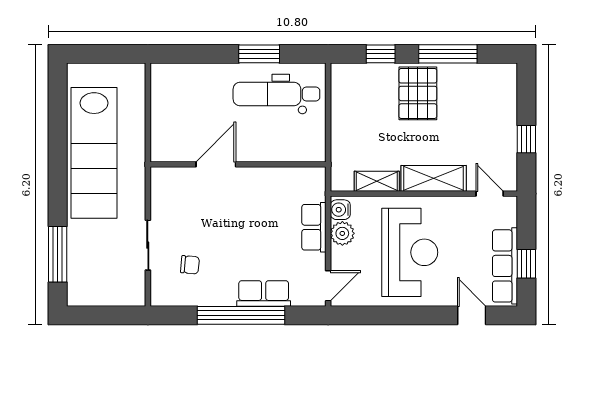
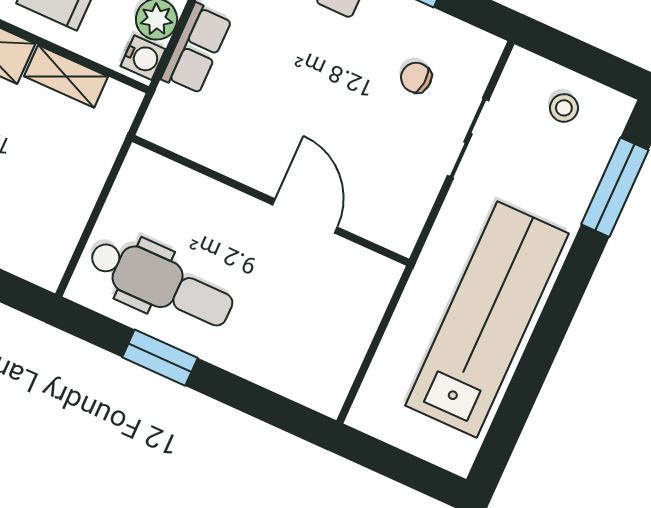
door: (216, 164) -> (305, 216), swing flipped
stool: (104, 284) -> (564, 108), added

